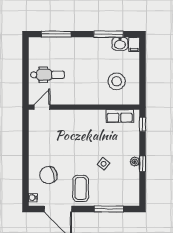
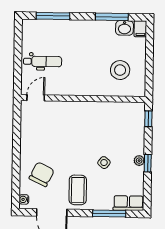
row of seats: (120, 116) -> (128, 203), moved, turned 180
chair: (48, 175) -> (42, 174), turned 131

